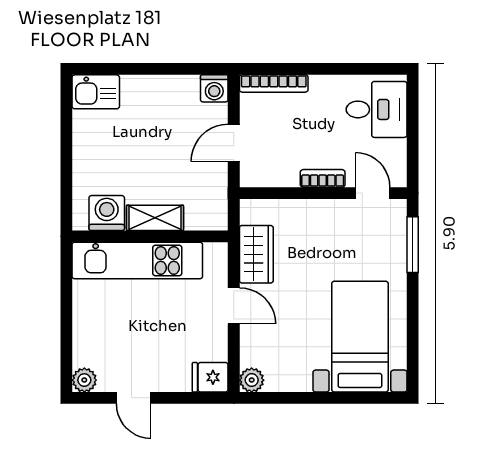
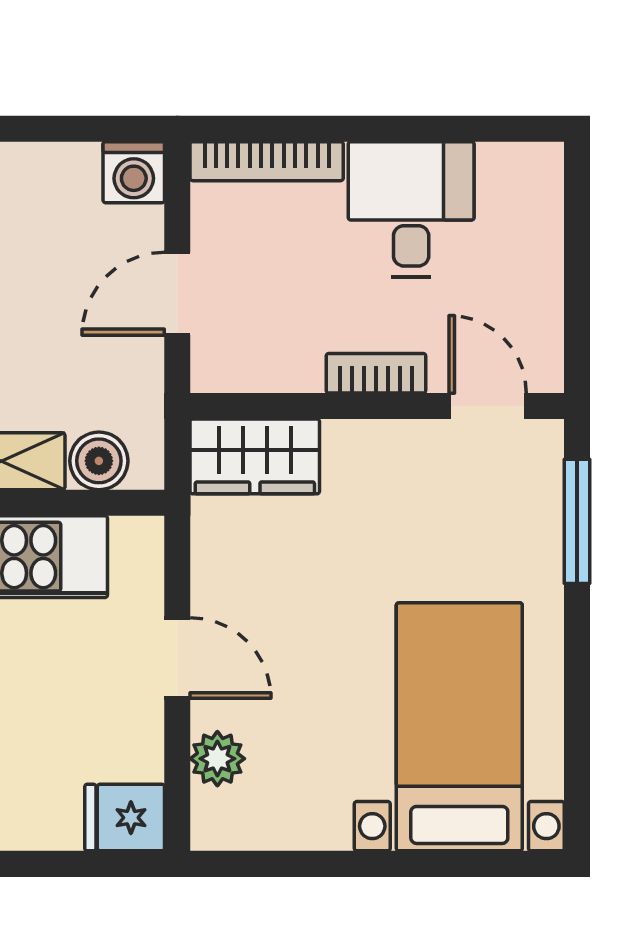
desk: (377, 109) -> (411, 209), moved, turned -90
boiler: (199, 218) -> (99, 461), added
wardrobe: (256, 254) -> (255, 456), moved, turned 90
plant: (252, 380) -> (217, 759), moved

